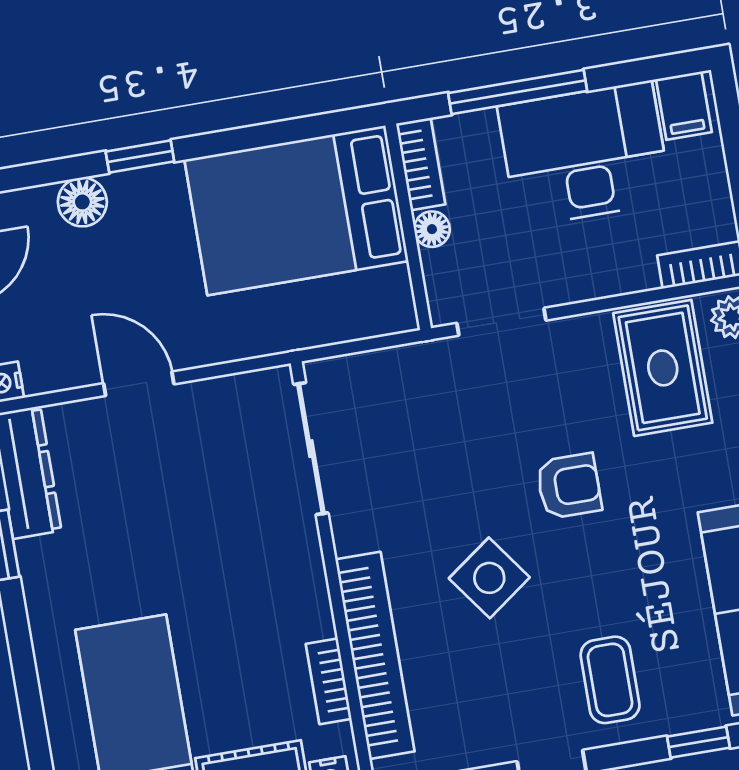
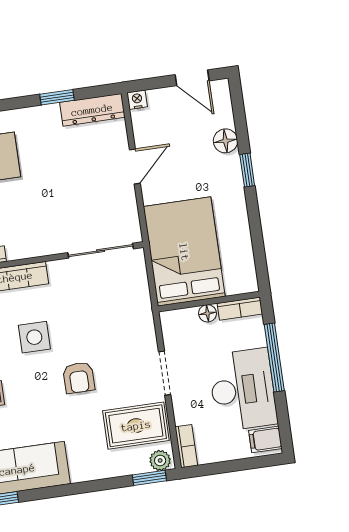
bed: (296, 210) -> (184, 252), moved
doorway: (501, 322) -> (165, 373), moved
side table: (489, 578) -> (34, 337), turned 36

